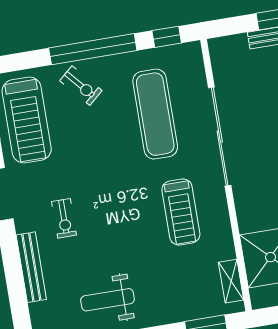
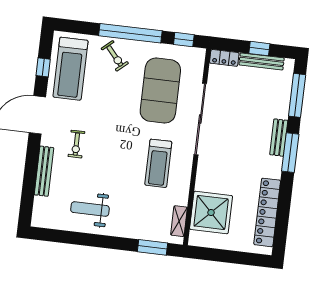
locker: (228, 45) -> (224, 58), added
exercise mat: (155, 114) -> (160, 91), width x1.47

